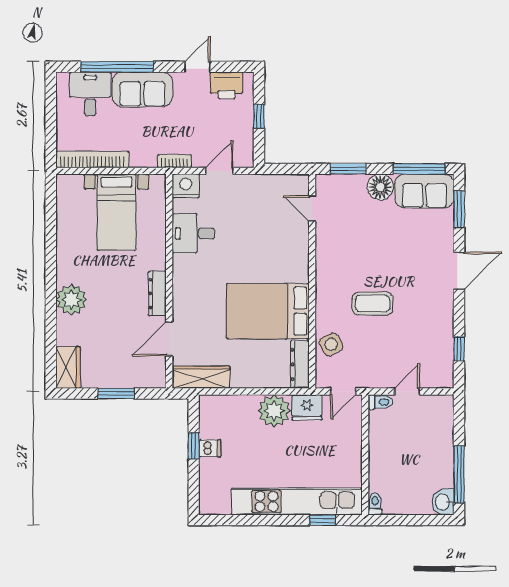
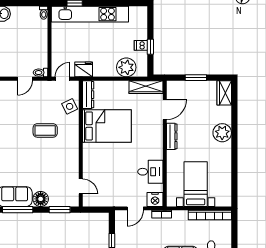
plant: (274, 411) -> (126, 67), moved

